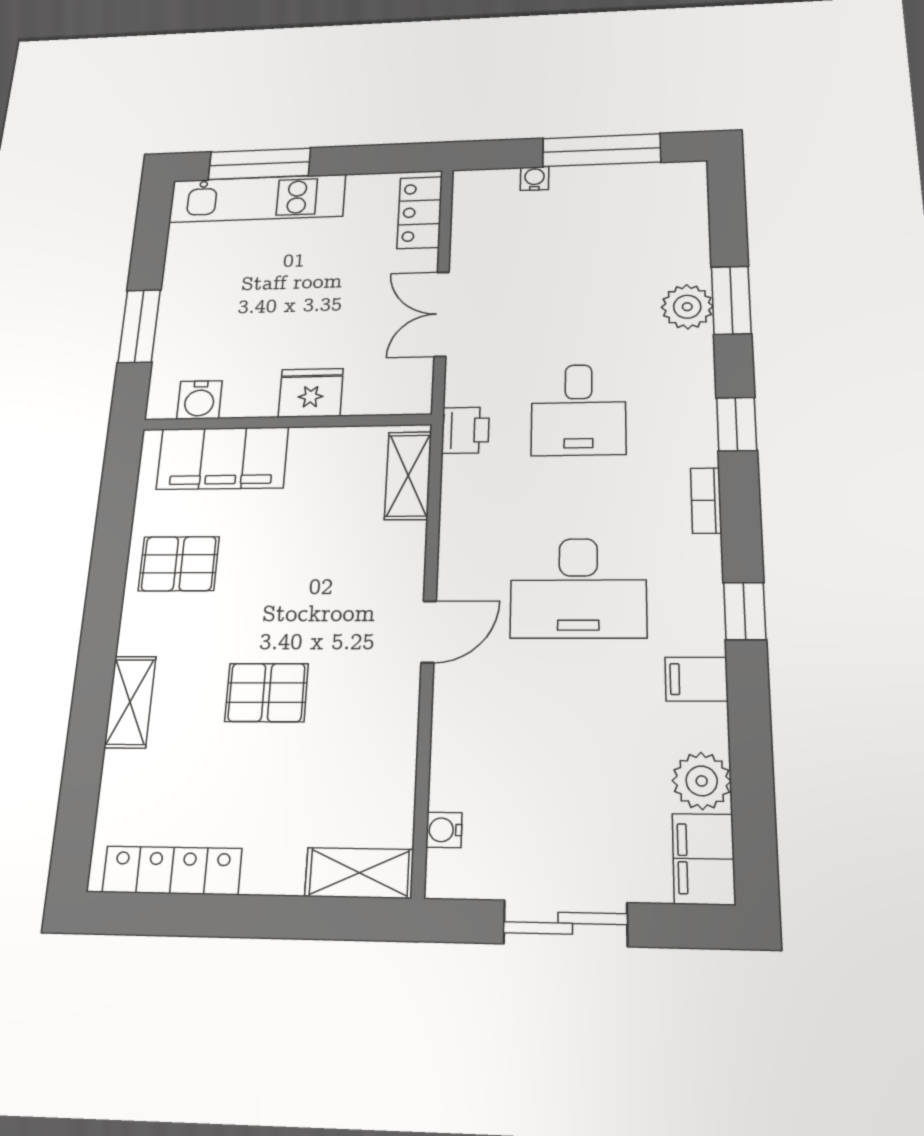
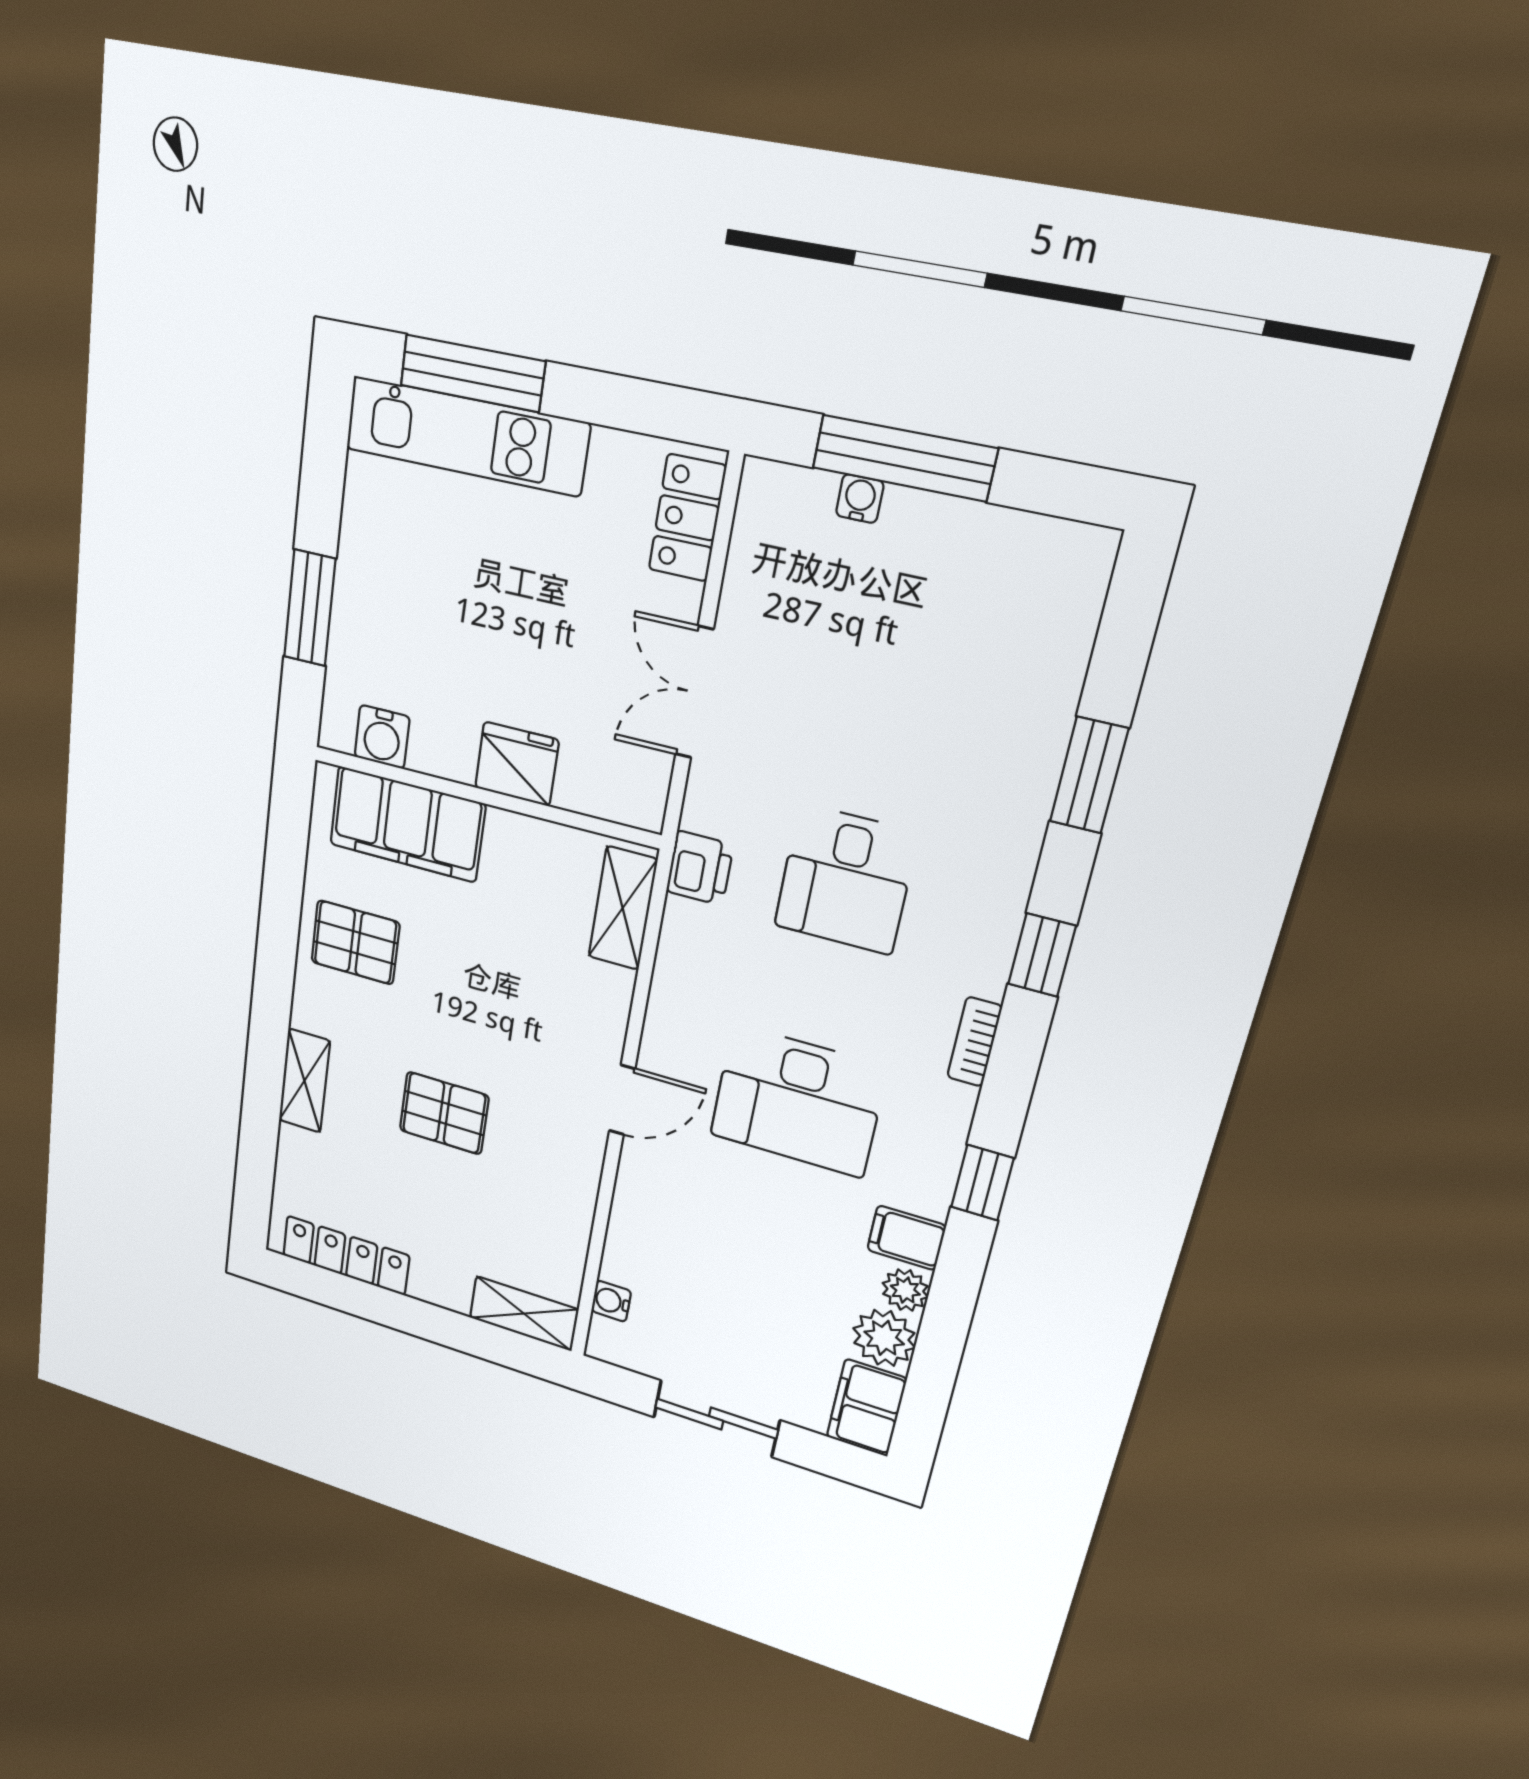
window: (602, 150) -> (904, 458), moved
plant: (687, 307) -> (905, 1290), moved, width x0.73, depth x0.73

